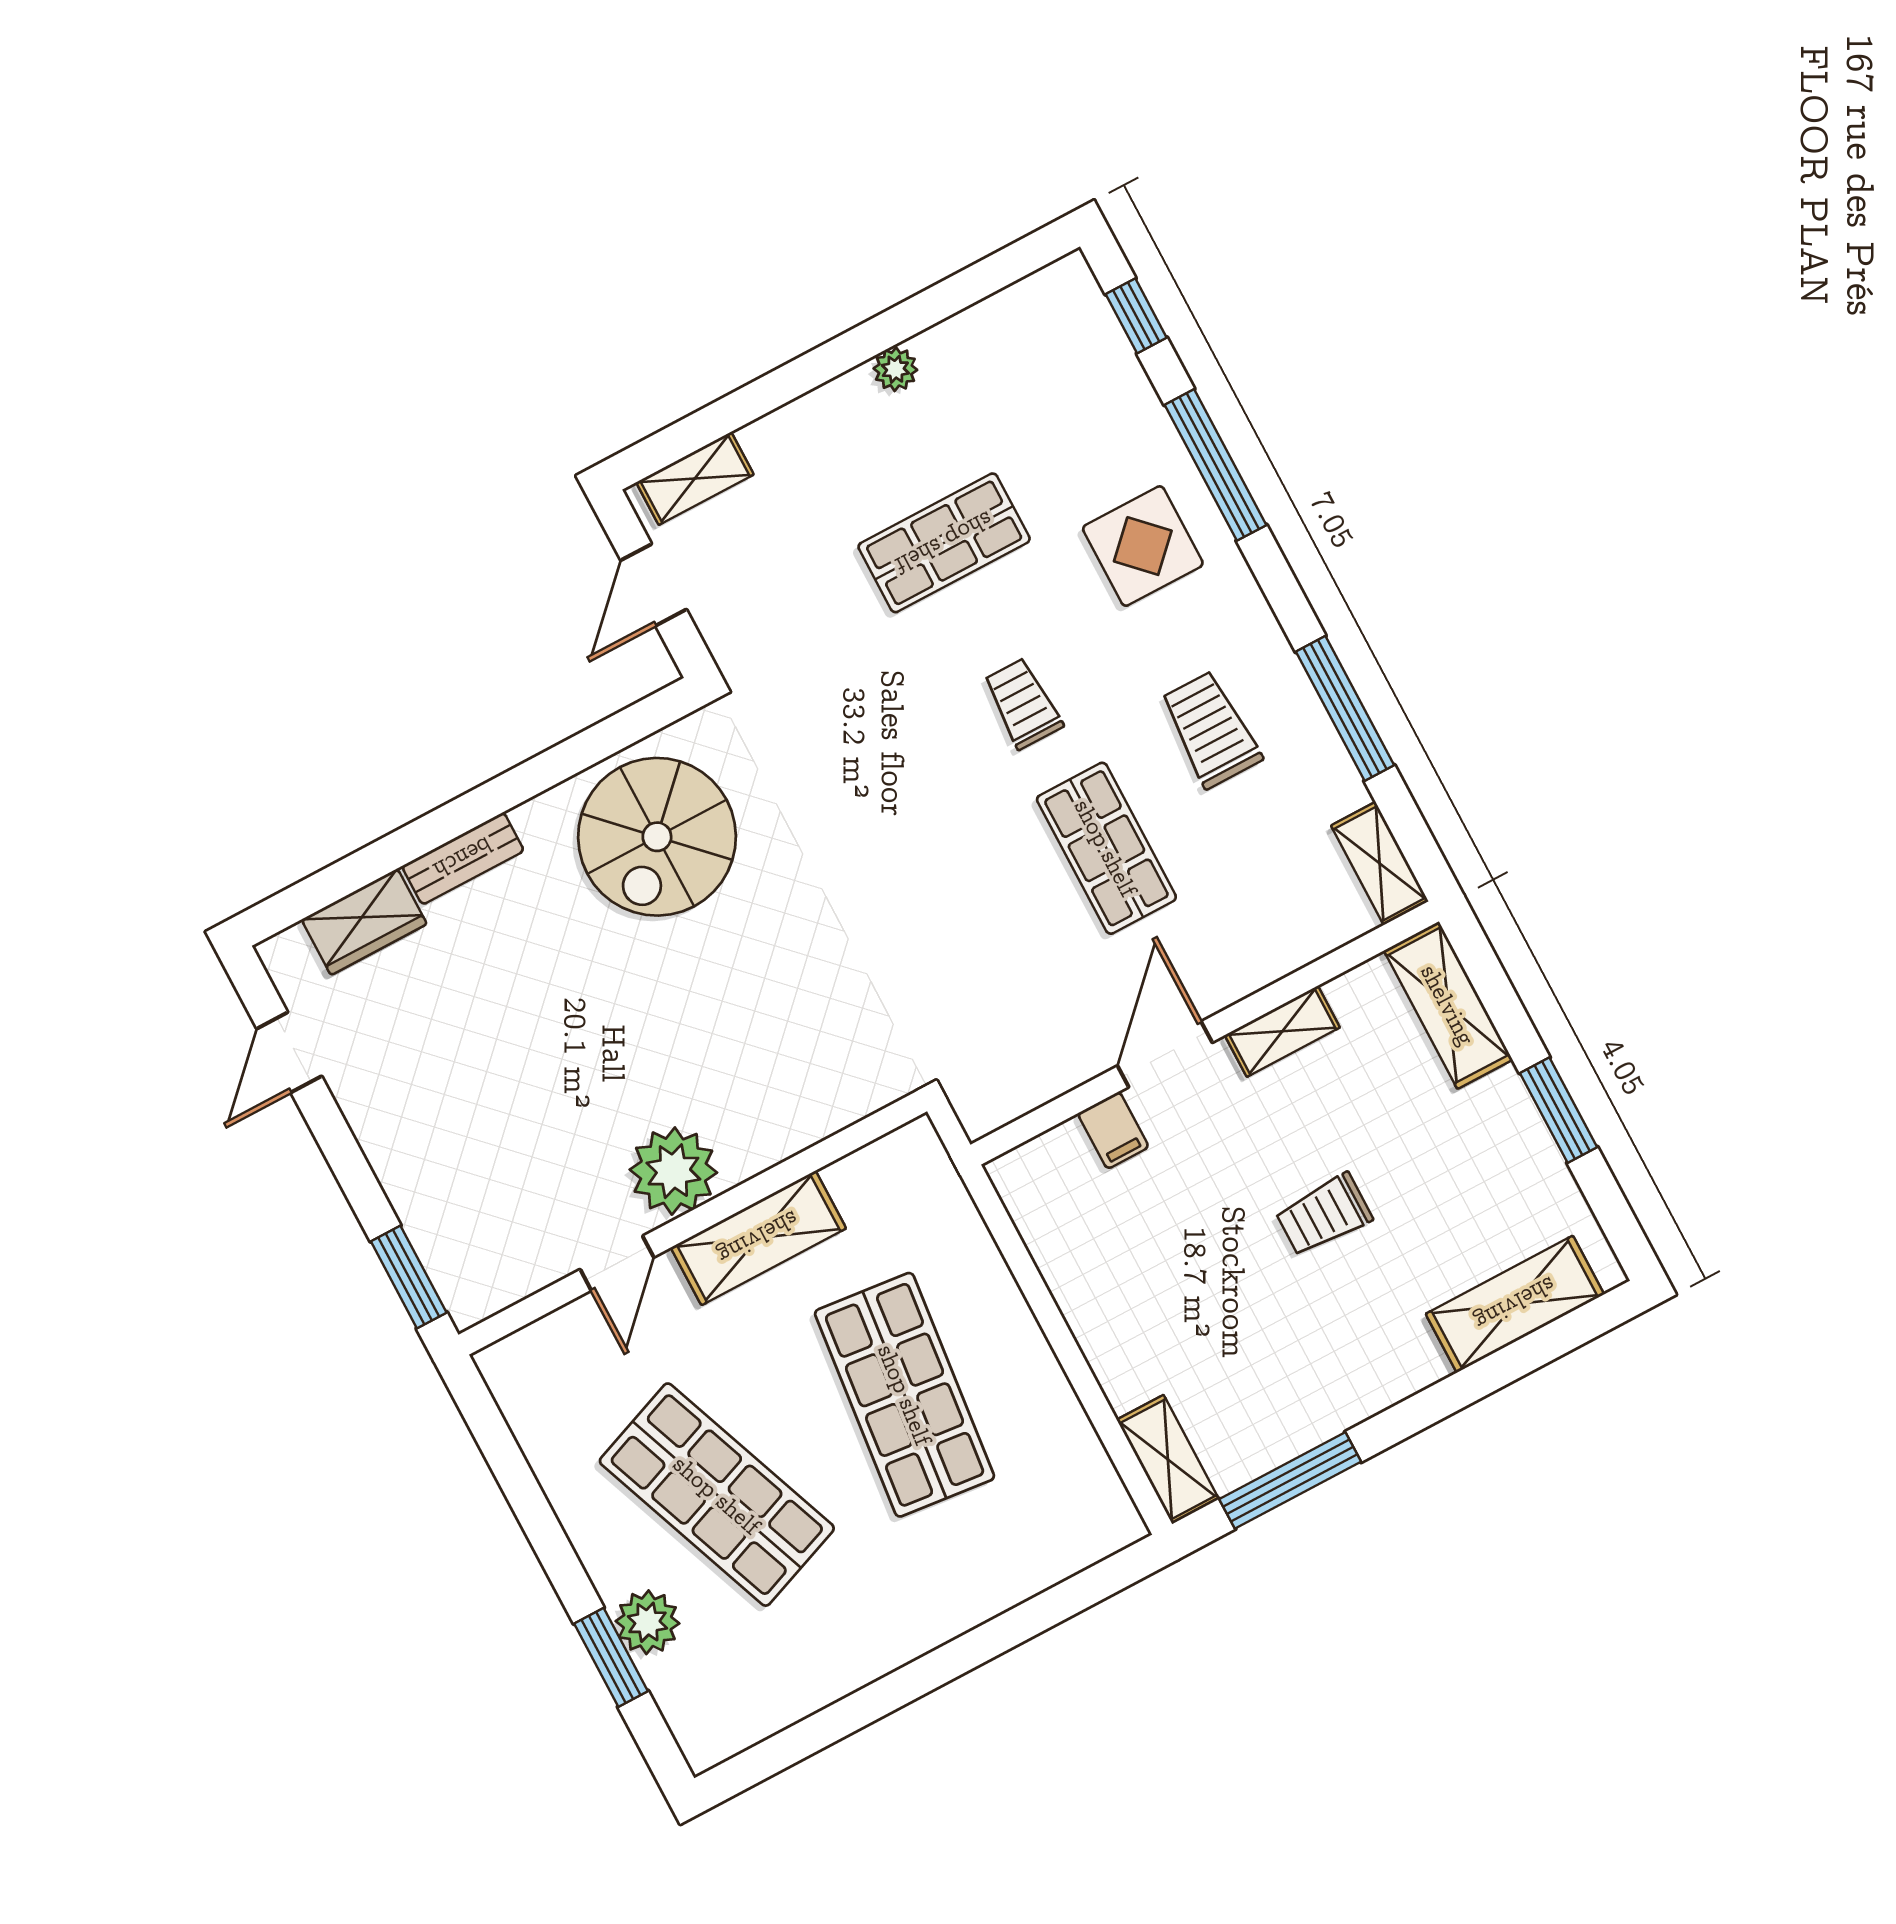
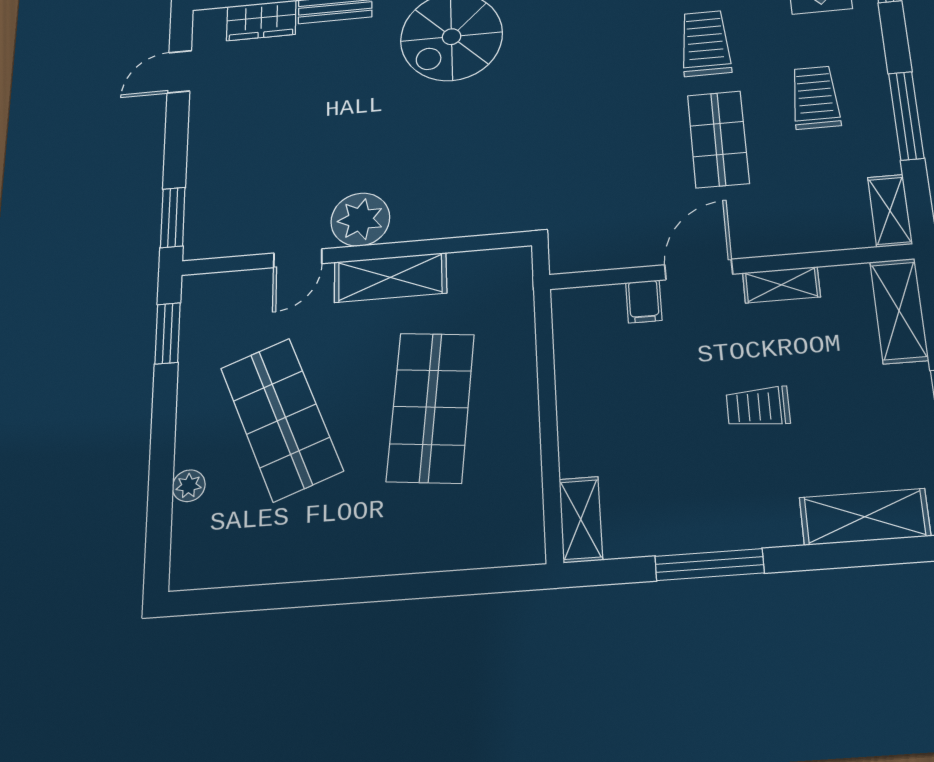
trolley: (1023, 703) -> (705, 43), width x1.36, depth x1.39
window: (1290, 1480) -> (709, 565), moved
plant: (647, 1622) -> (189, 486), width x0.73, depth x0.73
window: (611, 1657) -> (168, 333), moved

